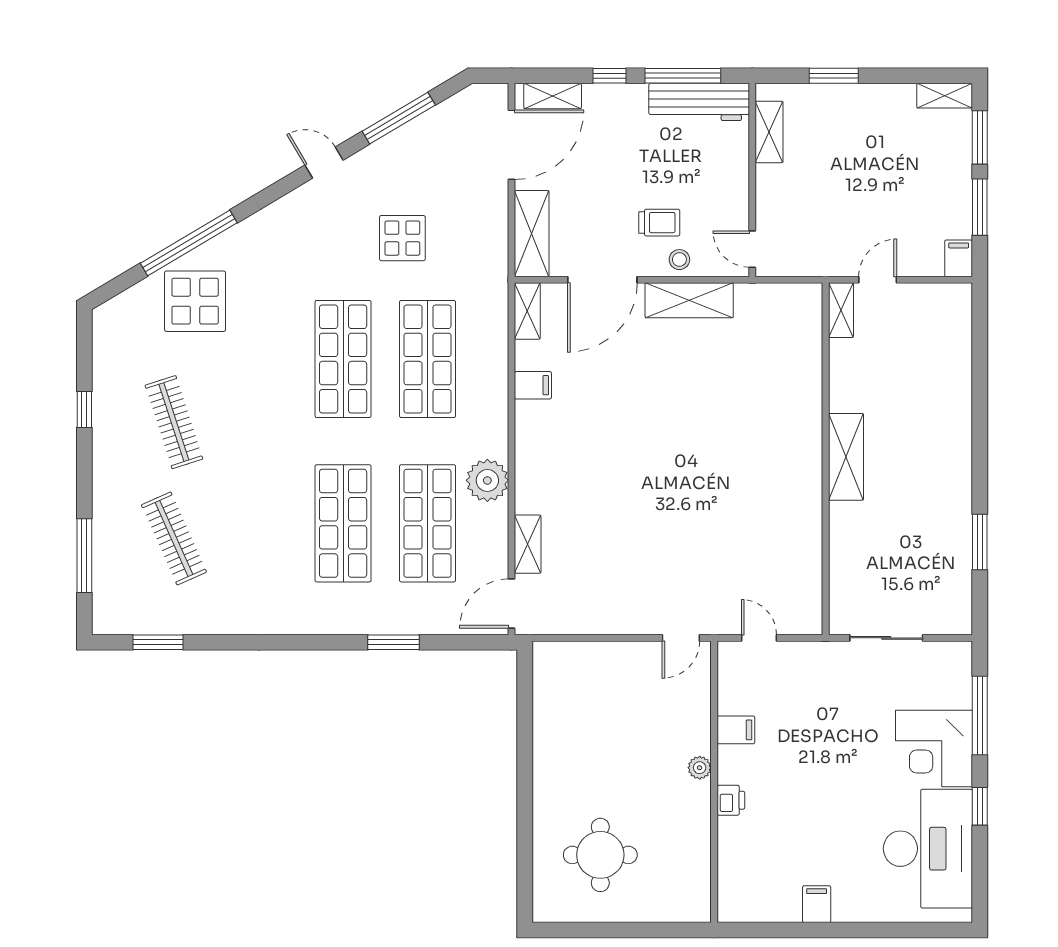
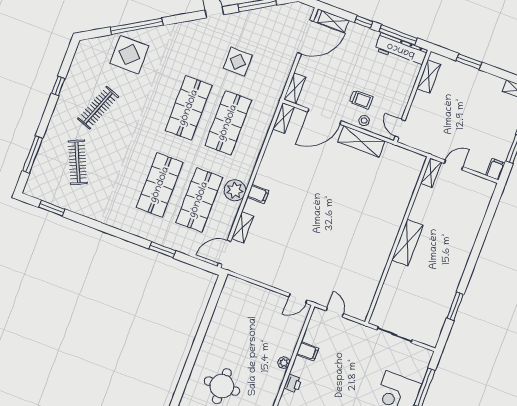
shelving: (532, 234) -> (295, 88), width x0.67, depth x0.75
filing cabinet: (533, 385) -> (258, 194), moved
clothes rail: (174, 422) -> (98, 108), turned 39

